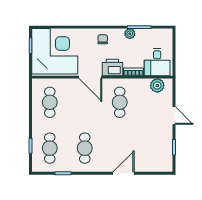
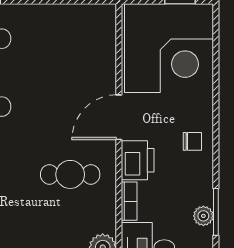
plant: (130, 34) -> (203, 216), moved
cafe table: (50, 102) -> (70, 39), removed

